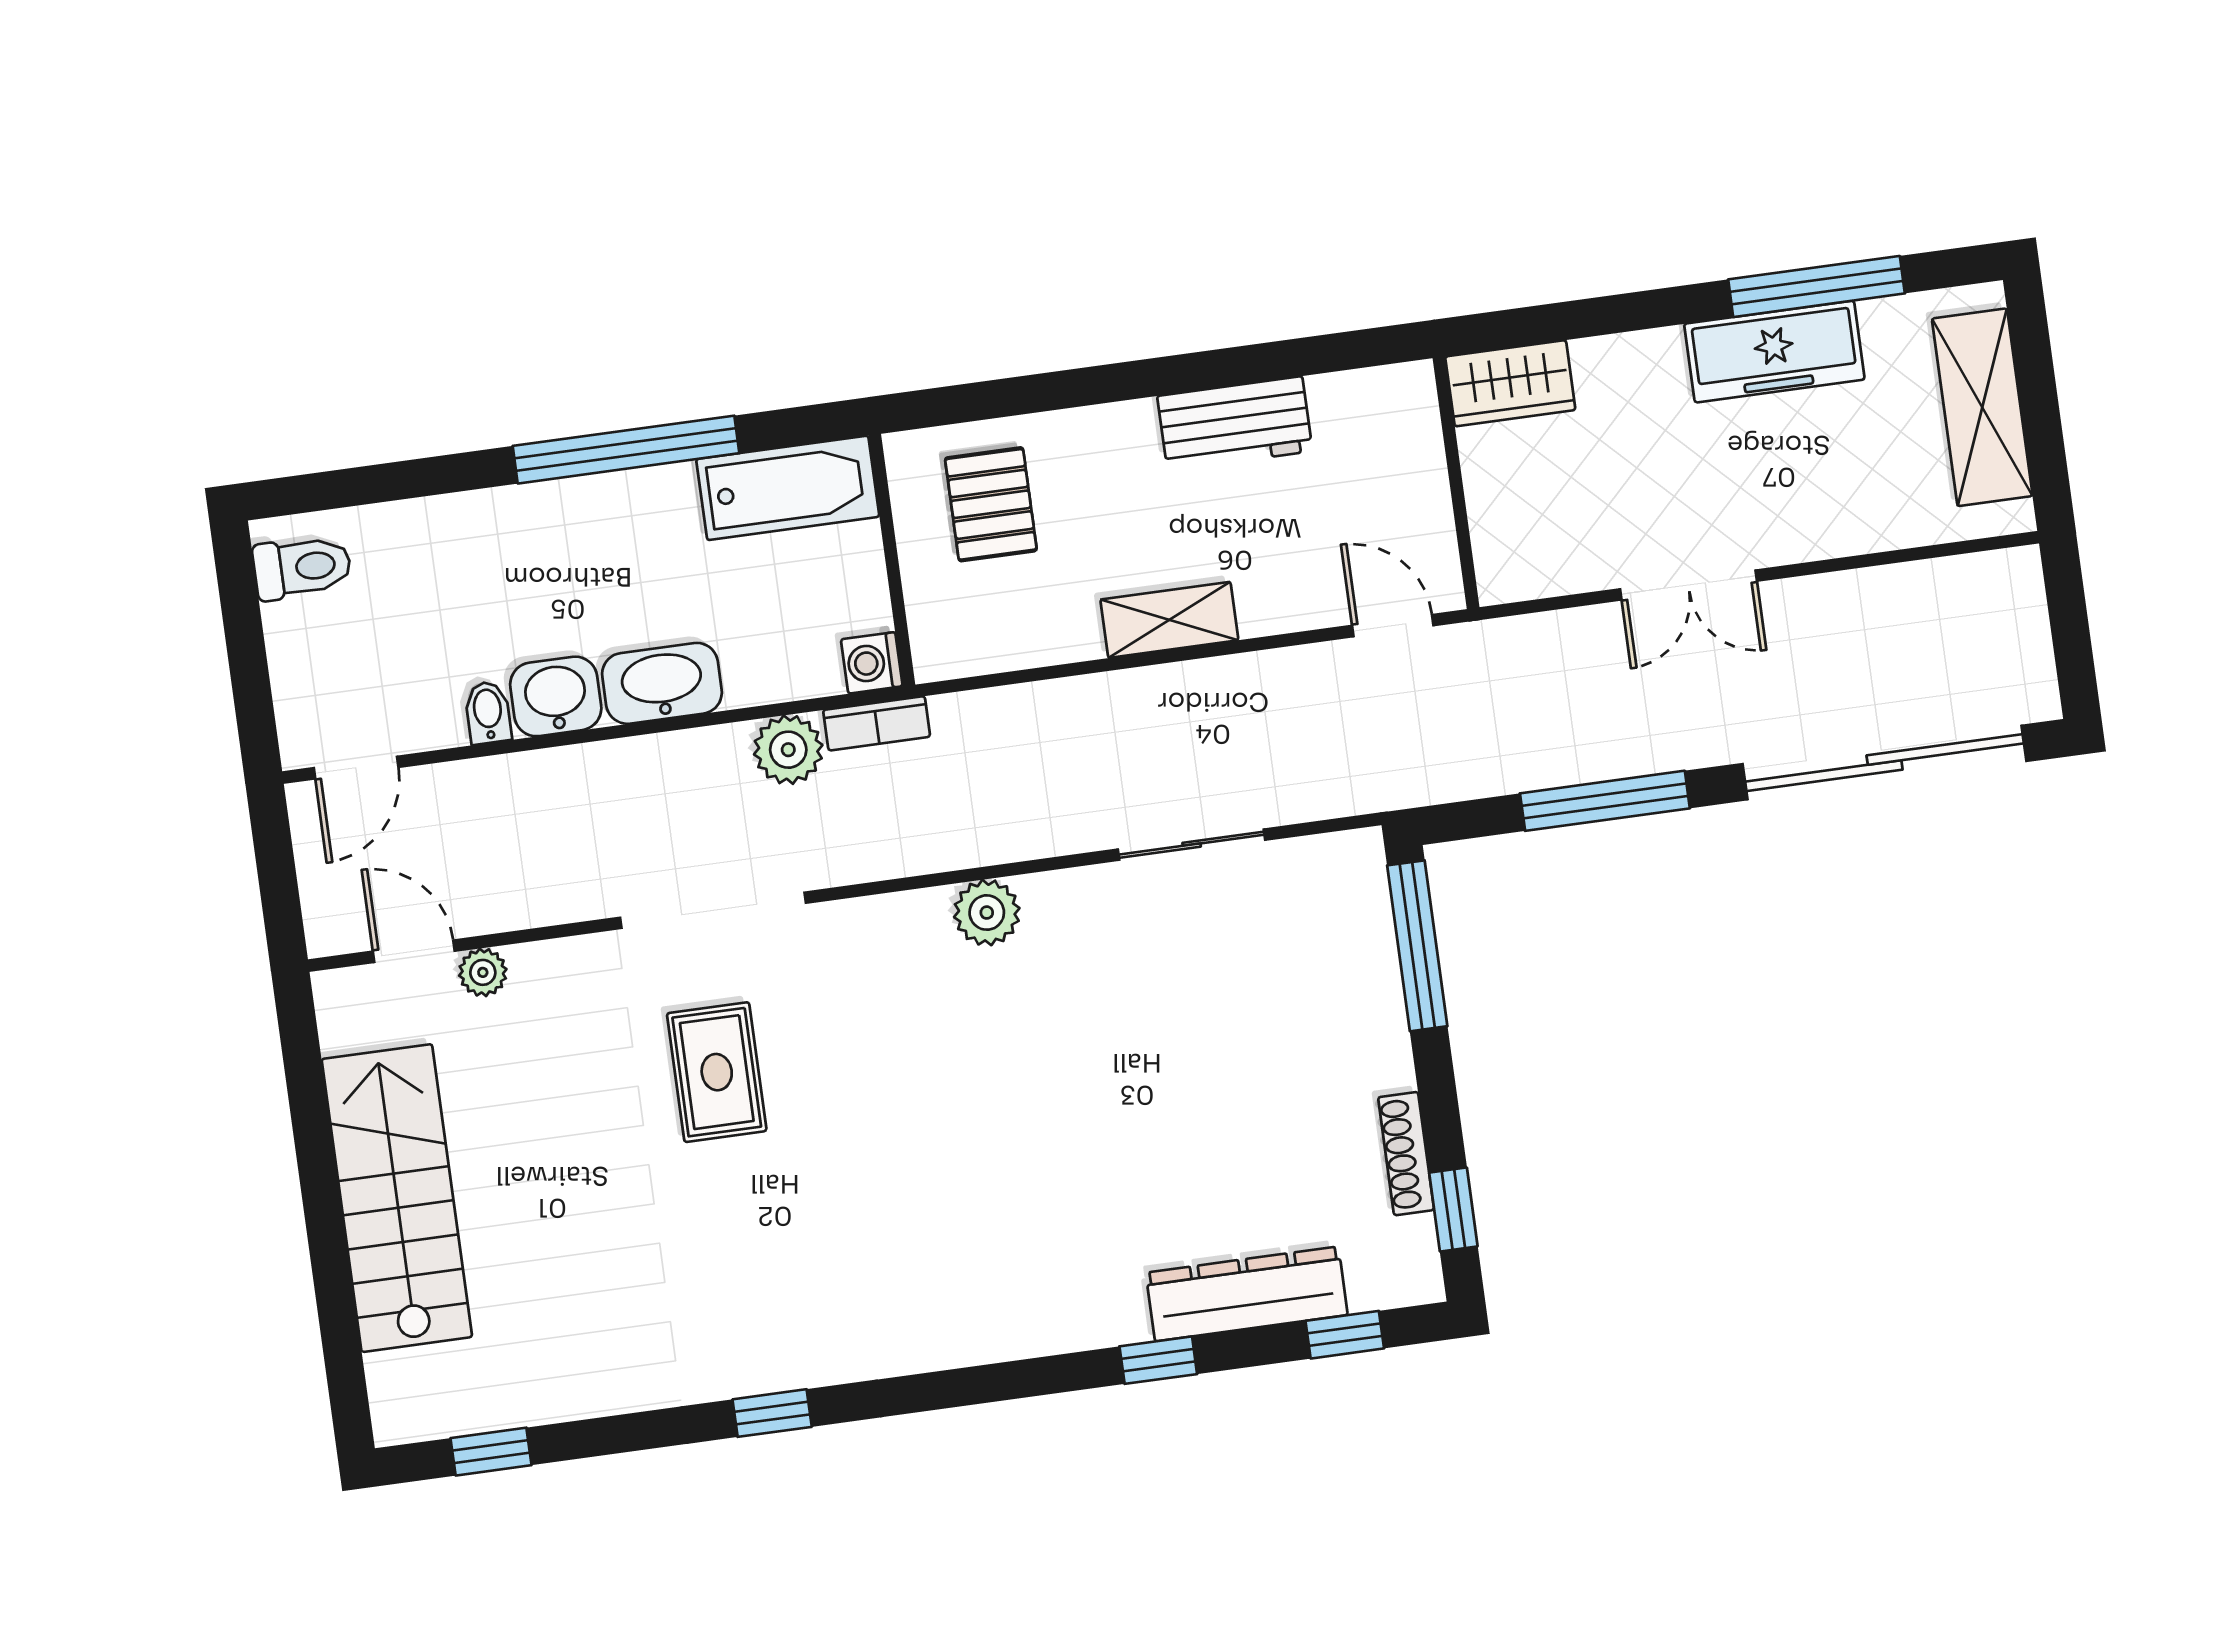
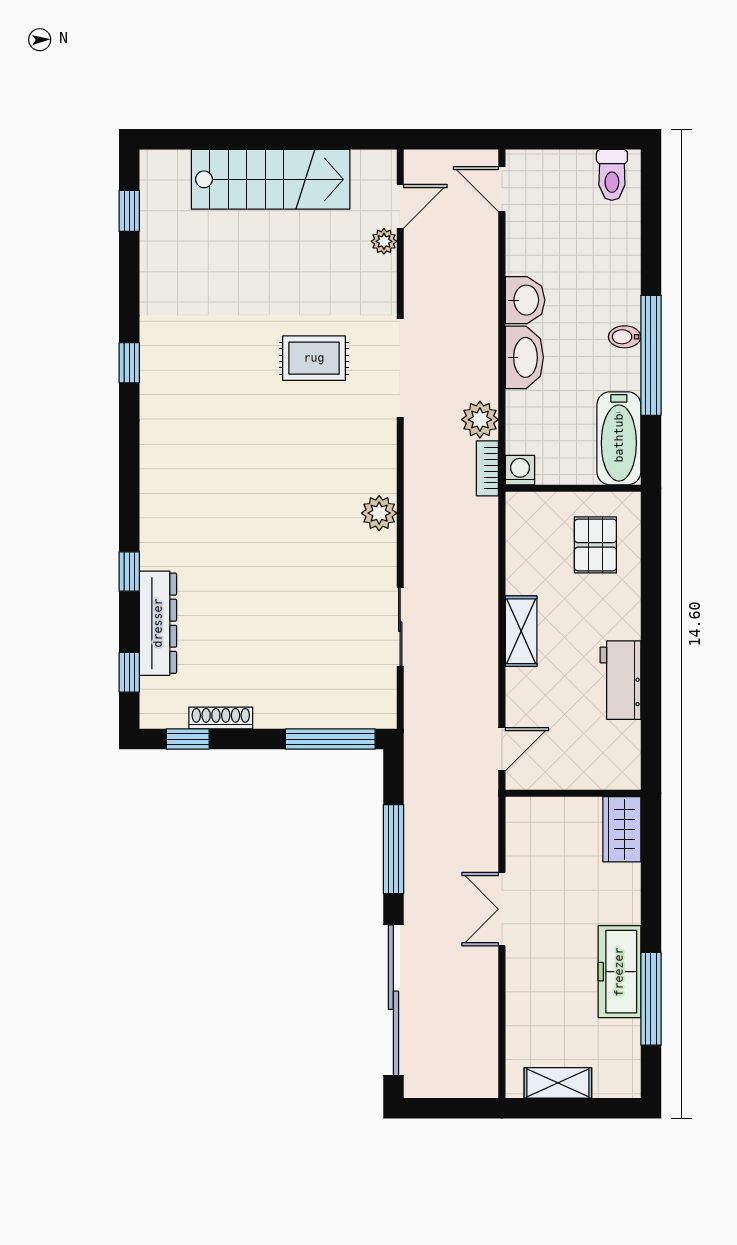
shelving: (1982, 407) -> (558, 1083), width x0.67, depth x0.75
pallet: (991, 504) -> (595, 545), turned 90
bidet: (488, 713) -> (625, 337), moved, turned 180

